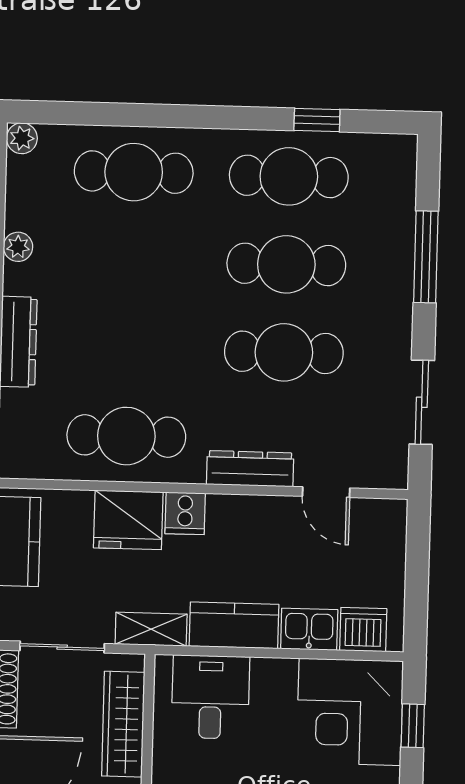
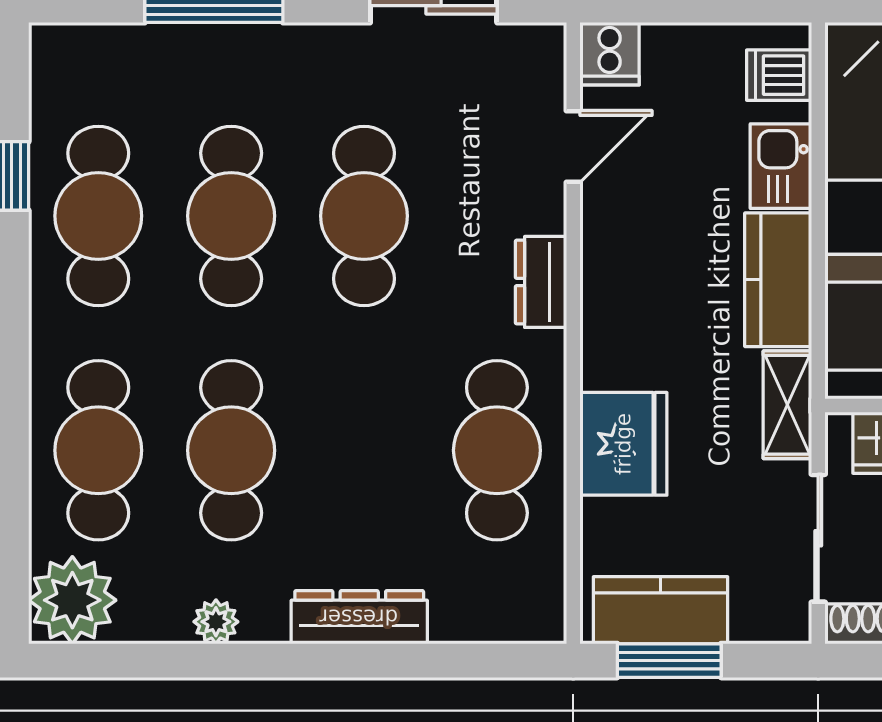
plant: (22, 138) -> (72, 600), width x1.87, depth x1.87
cafe table: (131, 260) -> (231, 450), added
dresser: (250, 469) -> (541, 282), width x0.70
cooker: (185, 513) -> (610, 54), moved, turned 90
dishwasher: (363, 630) -> (779, 75), width x0.73

